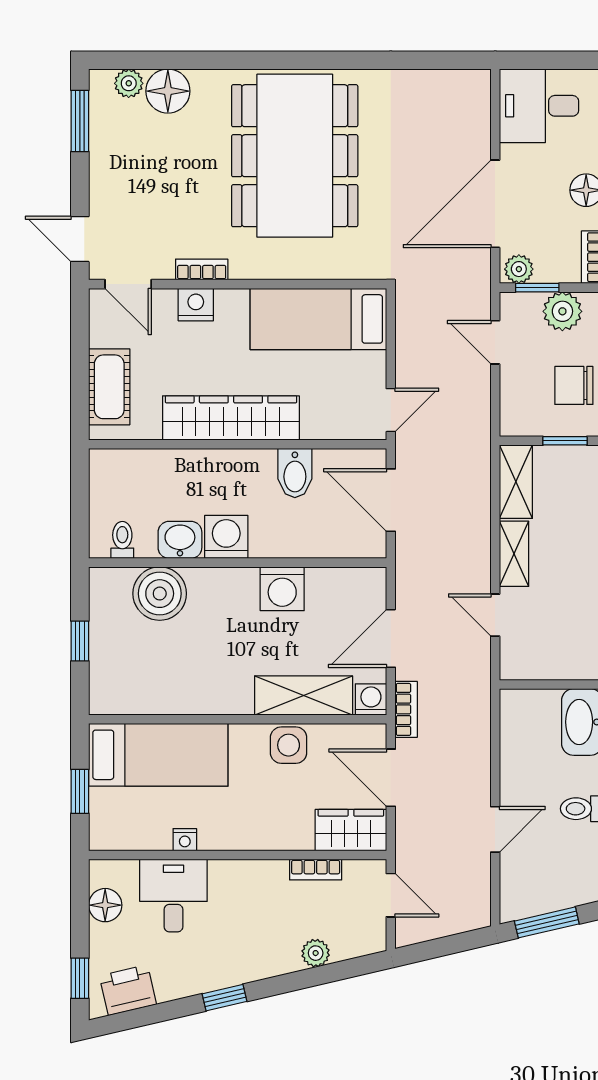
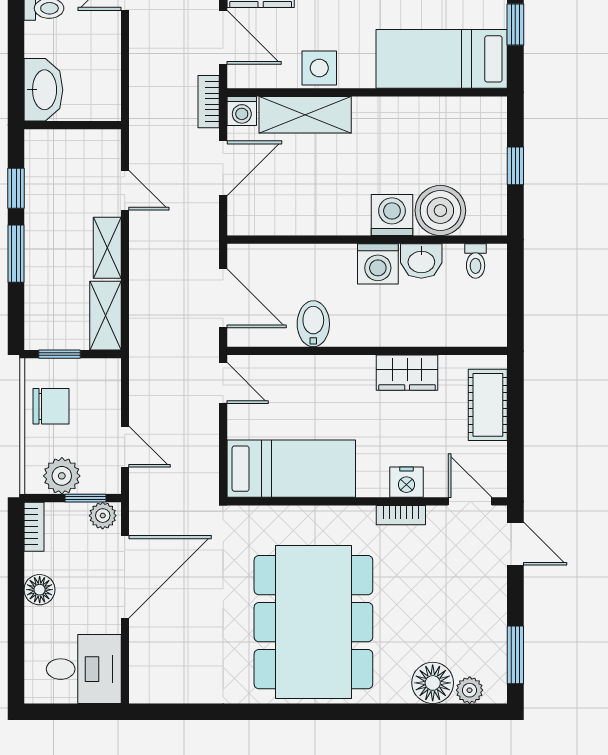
door: (391, 410) -> (223, 383), swing flipped
wardrobe: (231, 418) -> (407, 373), width x0.48, depth x0.85
washing machine: (282, 589) -> (392, 215), moved

